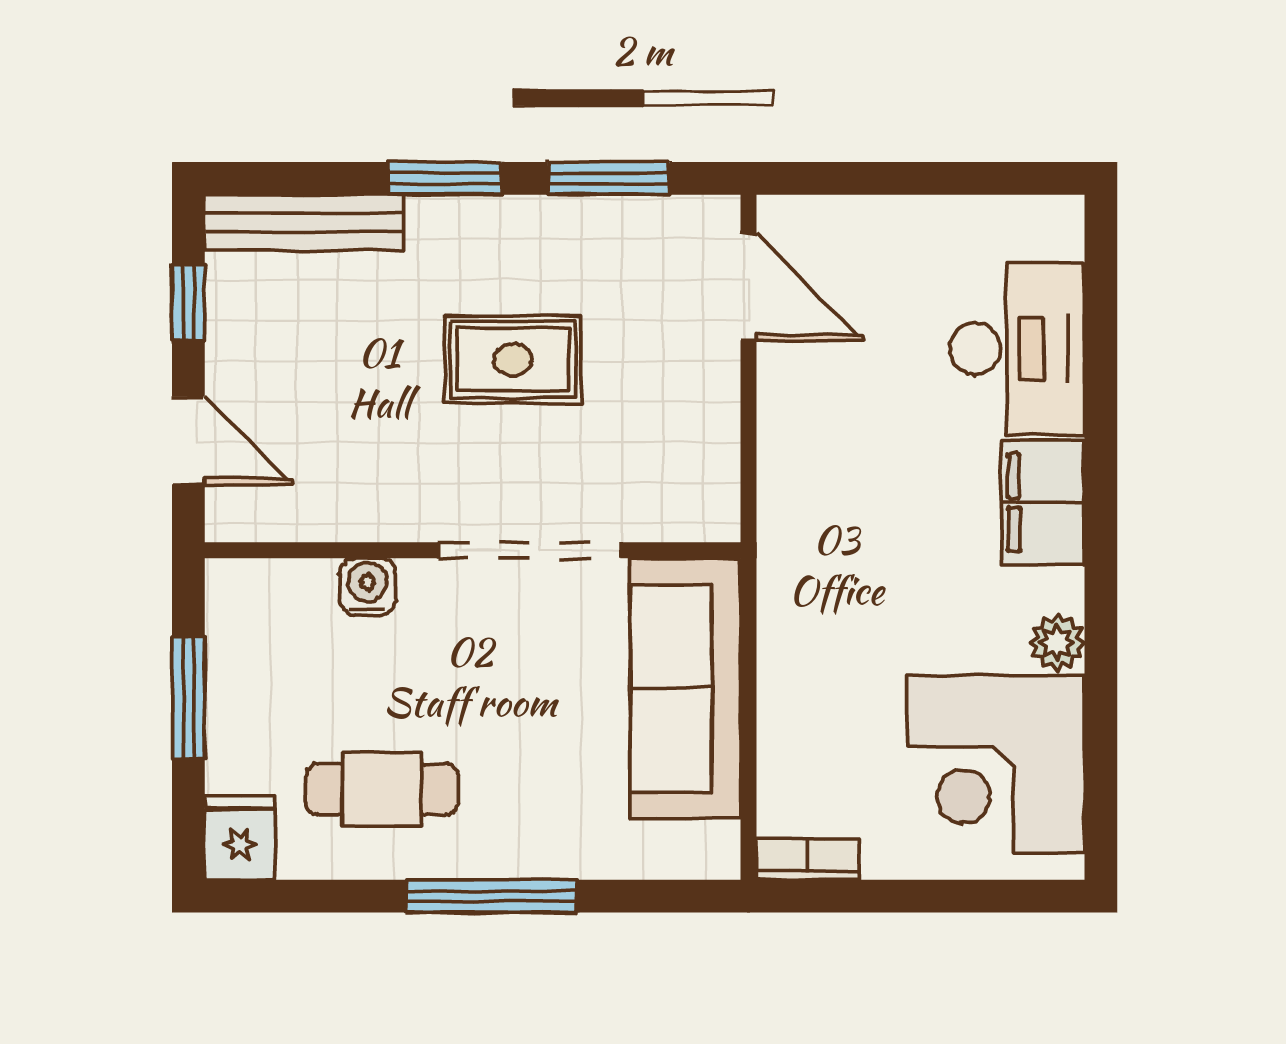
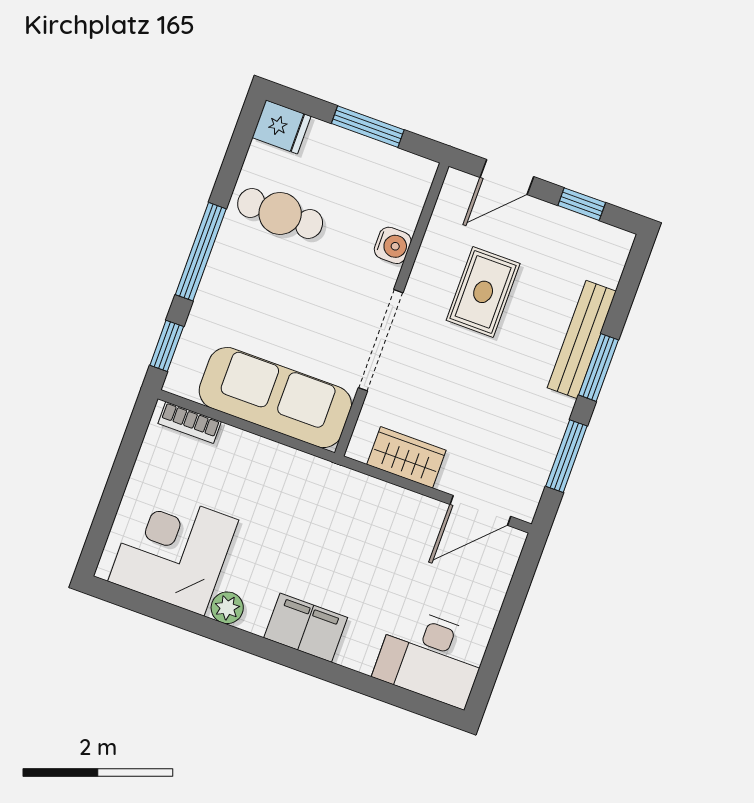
bench: (304, 222) -> (582, 339), moved
desk: (1017, 349) -> (431, 657), moved
rug: (513, 360) -> (483, 292), moved
wardrobe: (706, 439) -> (406, 457), added
cafe table: (382, 789) -> (280, 213), turned 90
bookcase: (808, 859) -> (190, 423), moved, turned 90
window: (665, 896) -> (167, 346), added

